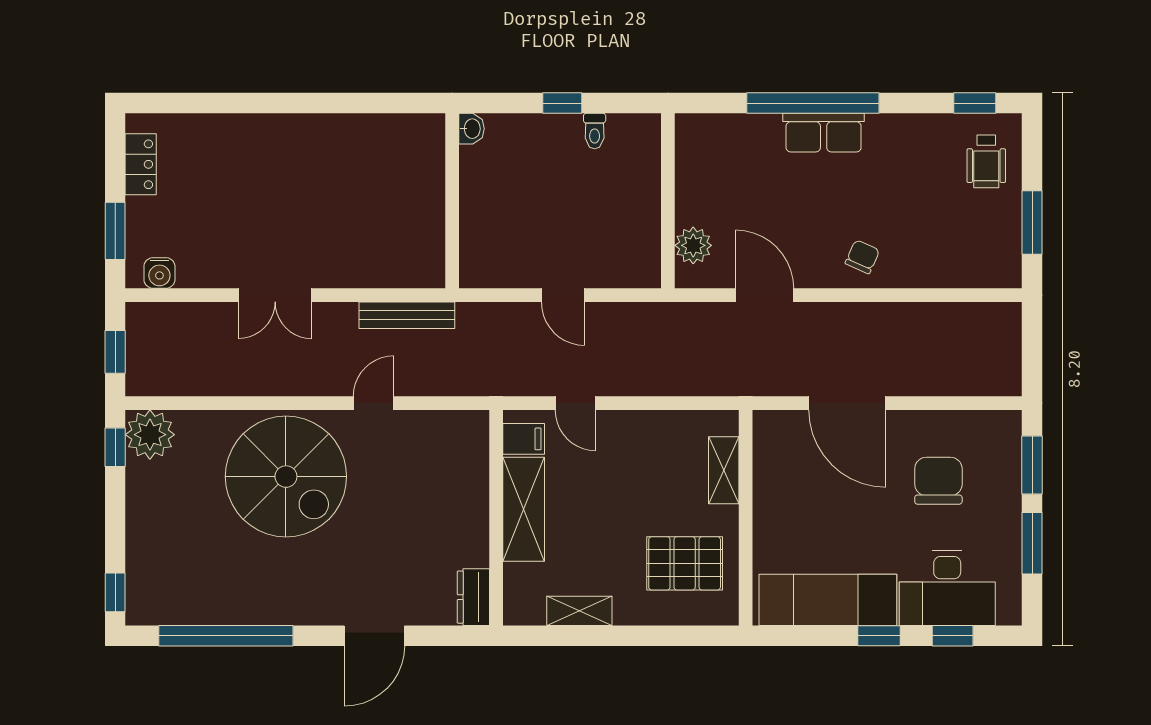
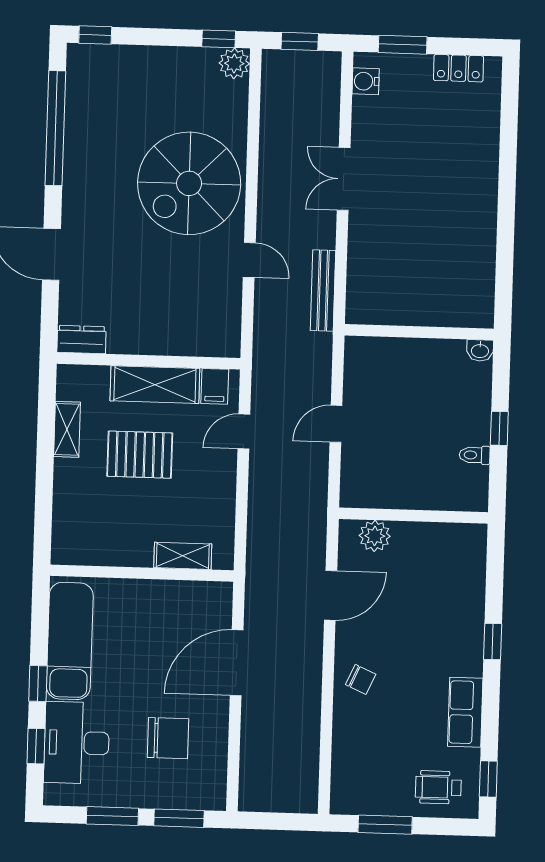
window: (813, 103) -> (493, 641), width x0.32
row of seats: (824, 133) -> (465, 712), moved
plant: (150, 435) -> (234, 63), width x0.73, depth x0.73
pallet: (685, 563) -> (140, 455), moved, turned 90

